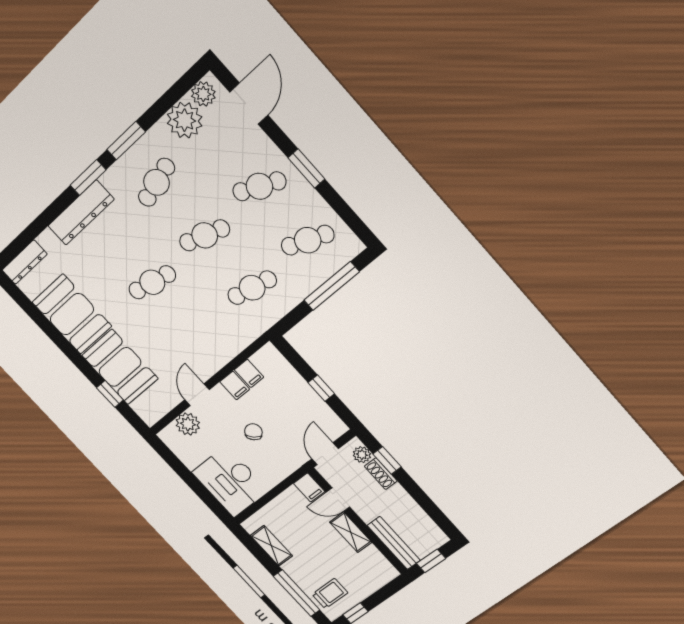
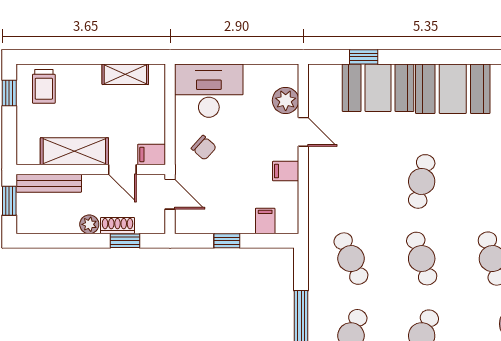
cafe table: (205, 235) -> (422, 259), turned -36
cafe table: (252, 288) -> (351, 259), turned -36
filing cabinet: (249, 373) -> (265, 221), moved, turned 90
chair: (253, 432) -> (204, 148), moved
plant: (362, 455) -> (89, 224), moved
door: (338, 500) -> (122, 169), swing flipped
shelving: (351, 532) -> (74, 151), width x1.50, depth x1.33
window: (297, 593) -> (66, 57), removed

